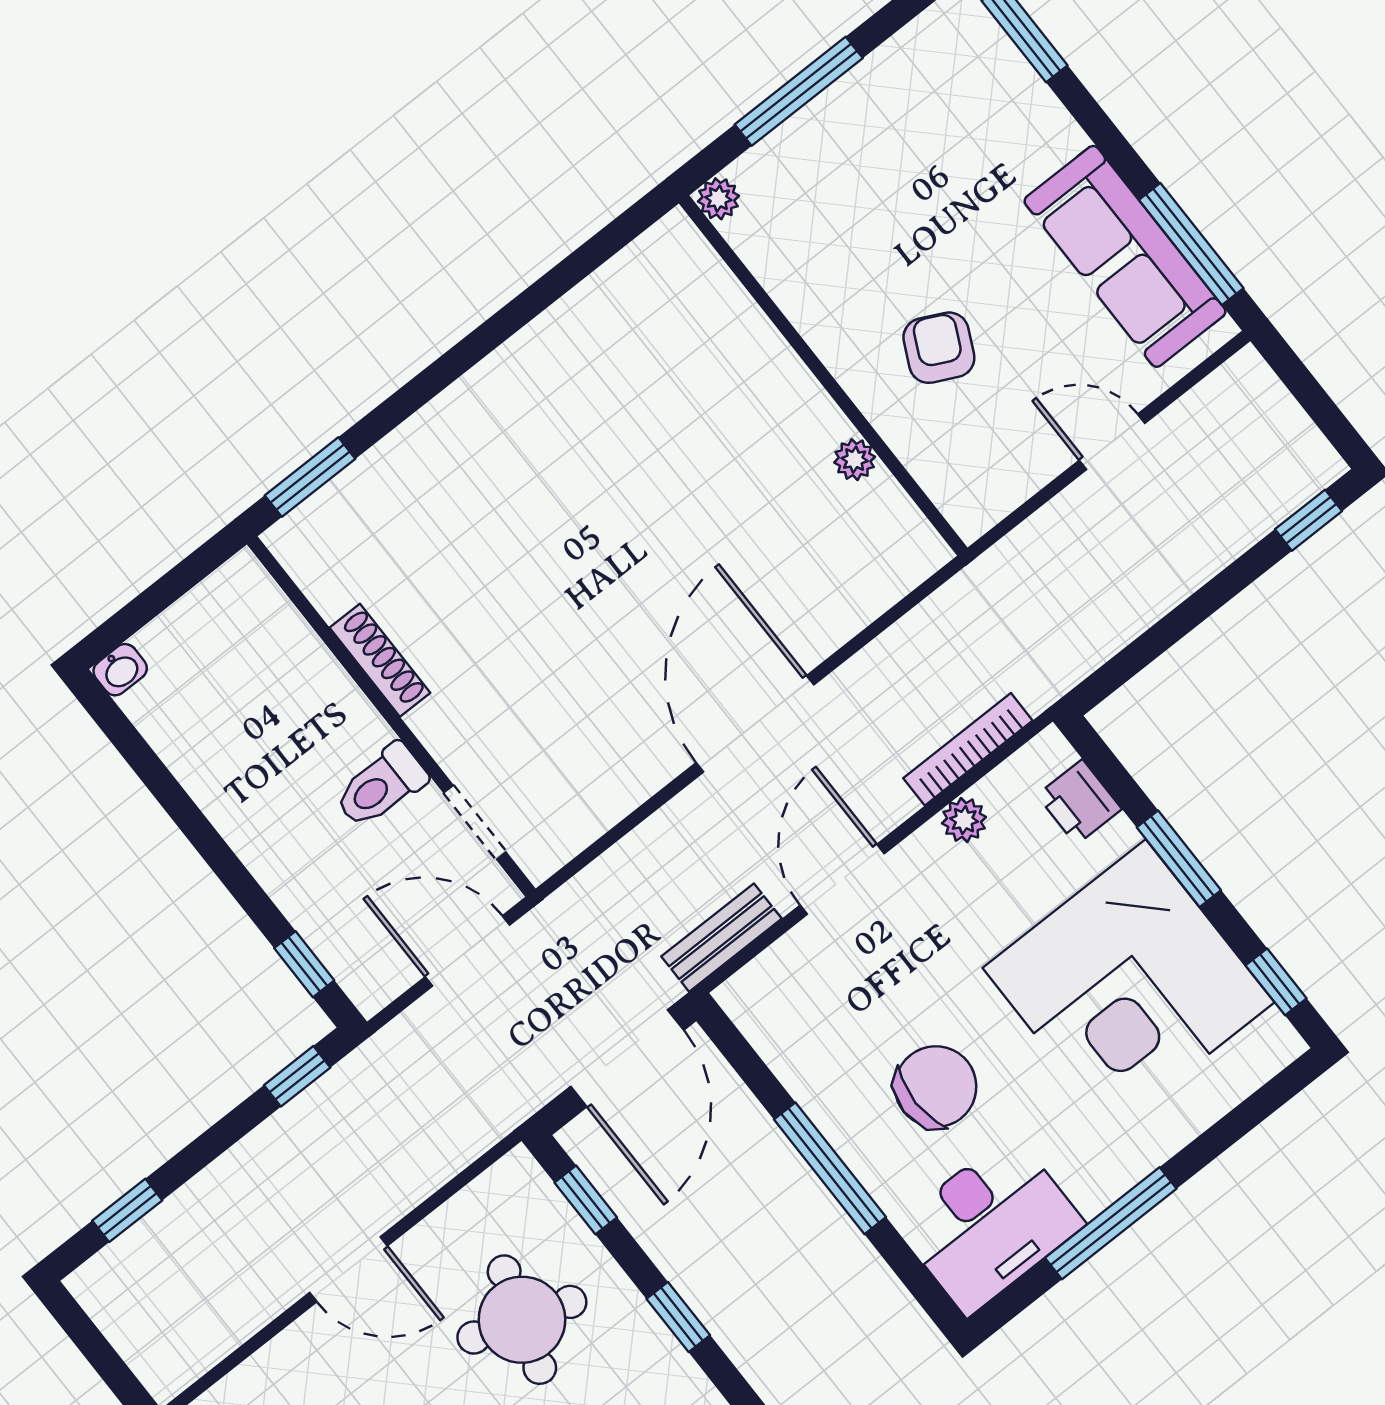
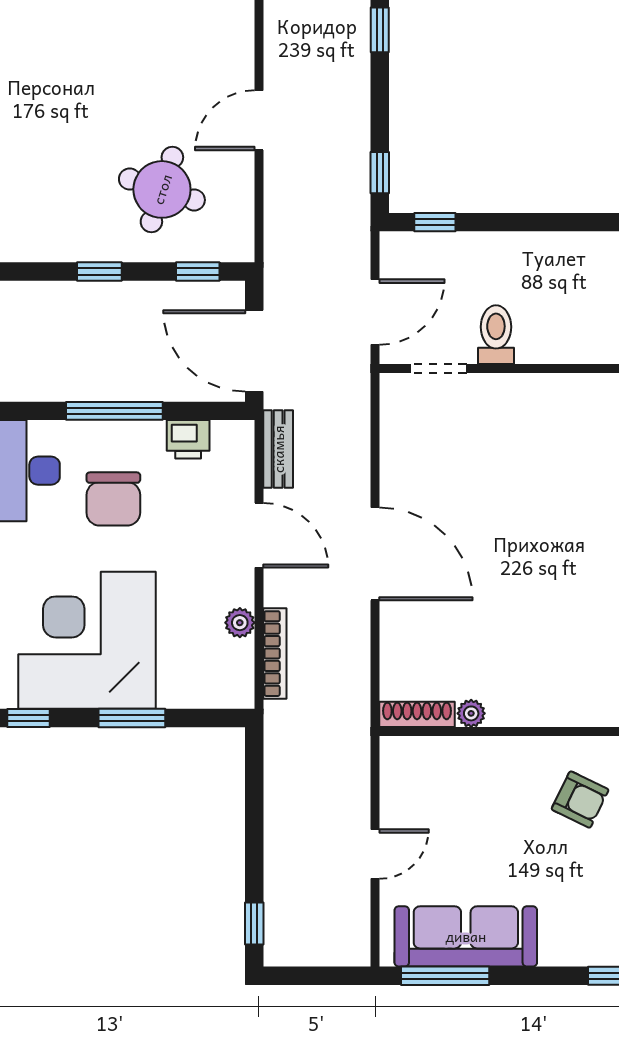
armchair: (939, 348) -> (580, 799), moved
shoe rack: (380, 660) -> (417, 714), moved, turned 180
printer: (1079, 802) -> (188, 439), moved, turned 180

